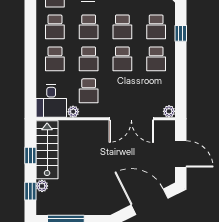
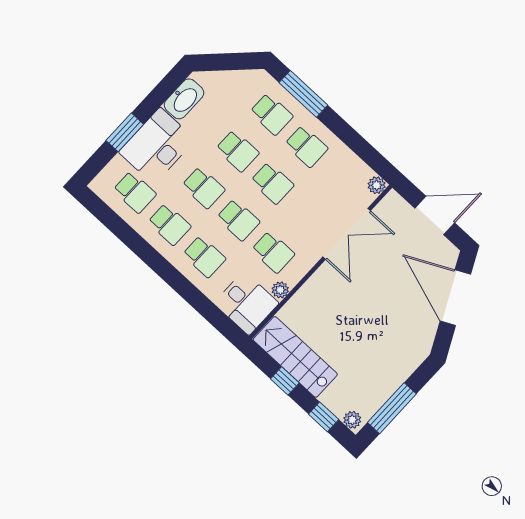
window: (181, 33) -> (303, 94), width x2.17
plant: (42, 186) -> (352, 420), moved
door: (150, 202) -> (455, 298), hinge flipped

